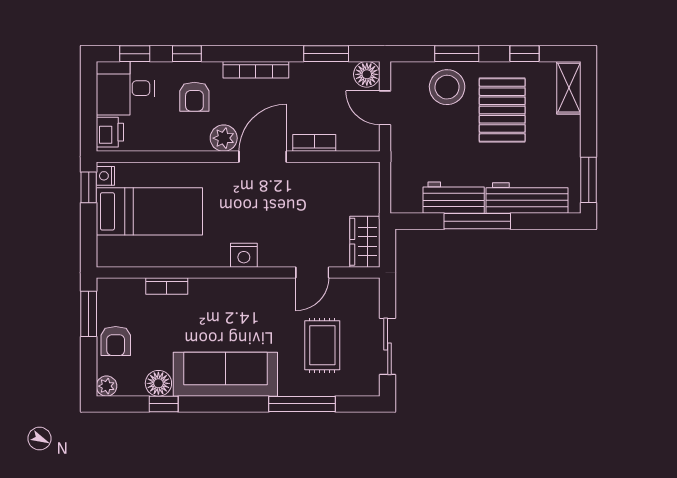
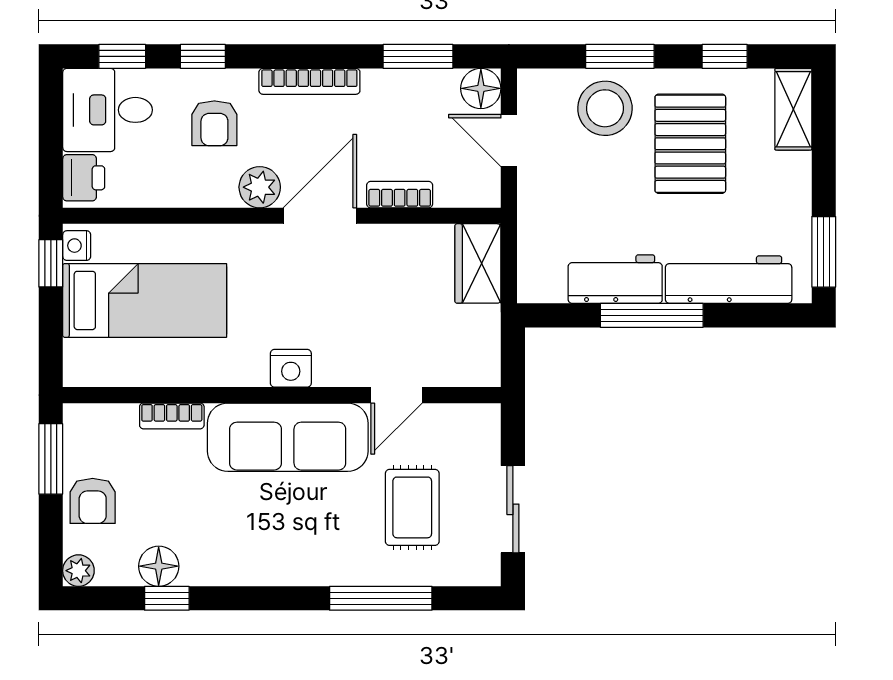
wardrobe: (365, 242) -> (478, 263), moved
sofa: (225, 374) -> (288, 437), moved, turned 180

